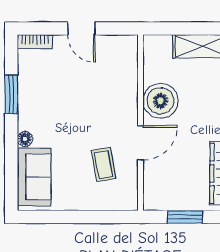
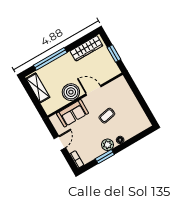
plant: (29, 112) -> (107, 145), added
coffee table: (104, 165) -> (107, 116), moved
sofa: (34, 177) -> (73, 113), moved, turned 180

